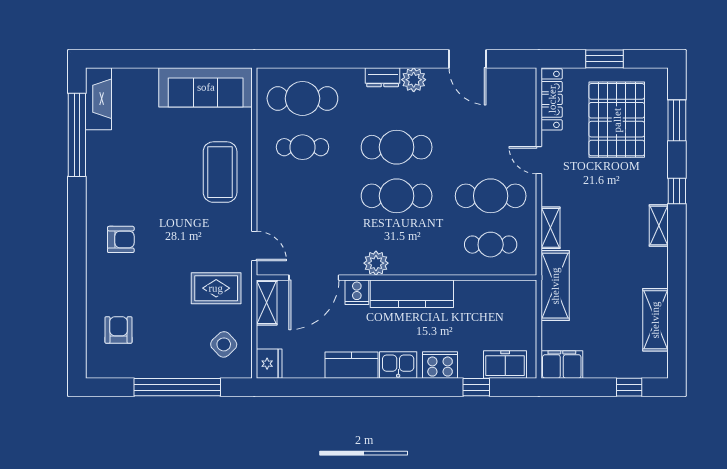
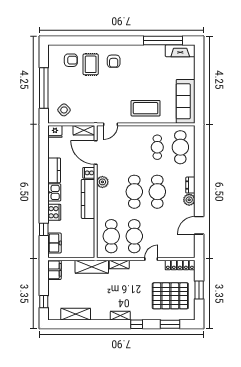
cafe table: (491, 245) -> (111, 236), width x1.37, depth x1.35
rug: (216, 288) -> (91, 64), moved

